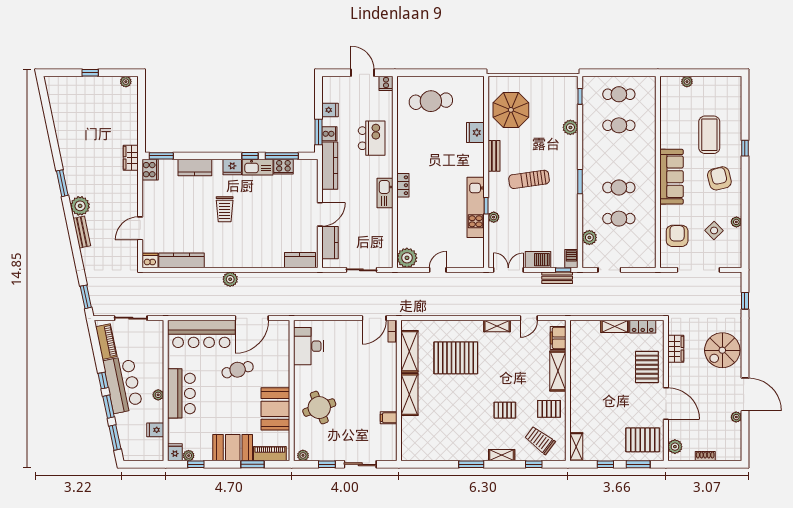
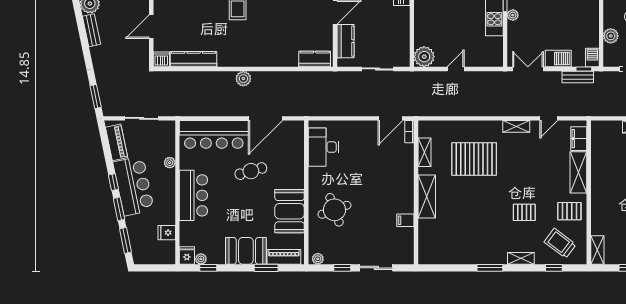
shelving: (409, 351) -> (424, 152), width x0.67, depth x0.75
plant: (158, 395) -> (170, 163), moved

